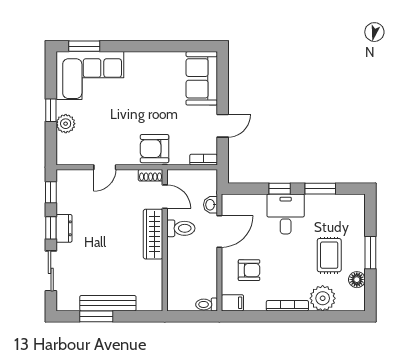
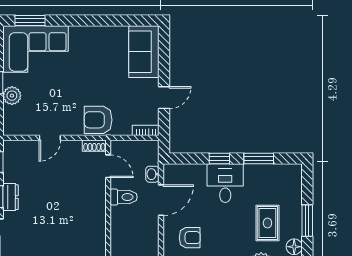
wardrobe: (153, 234) -> (97, 203), removed

